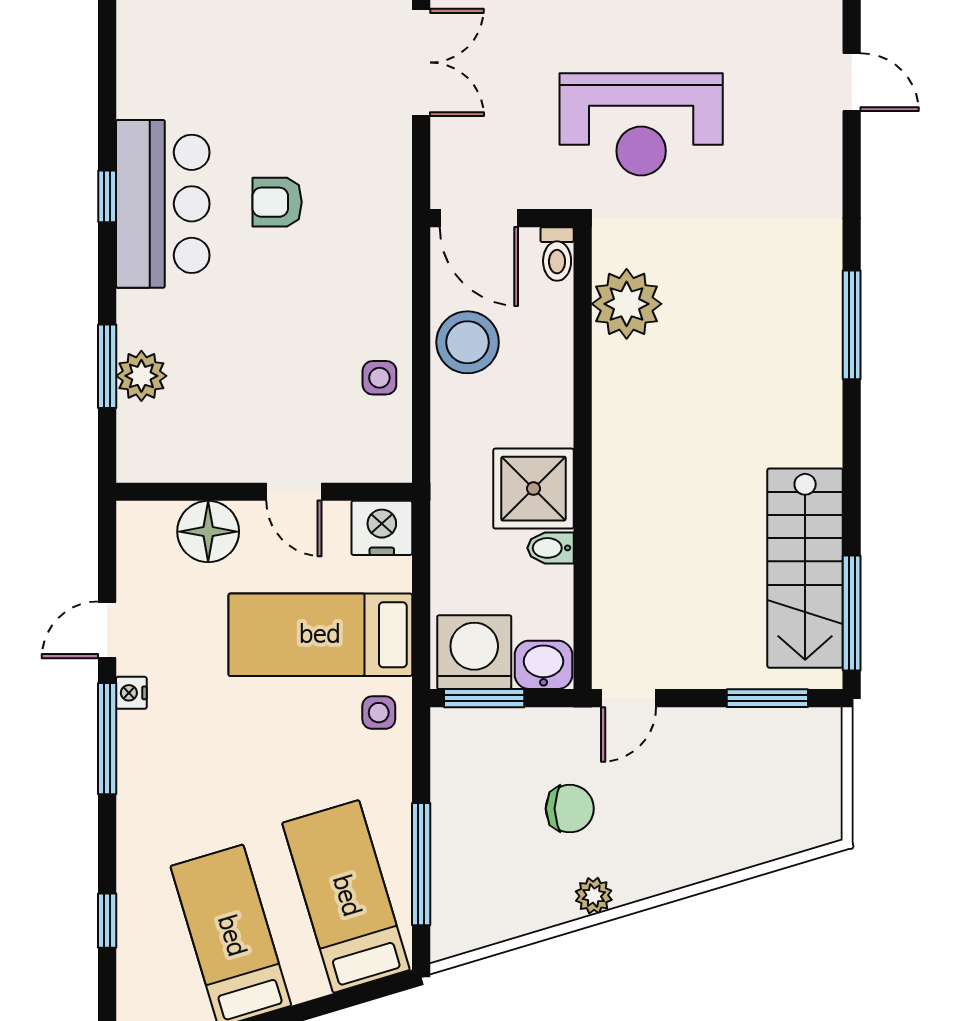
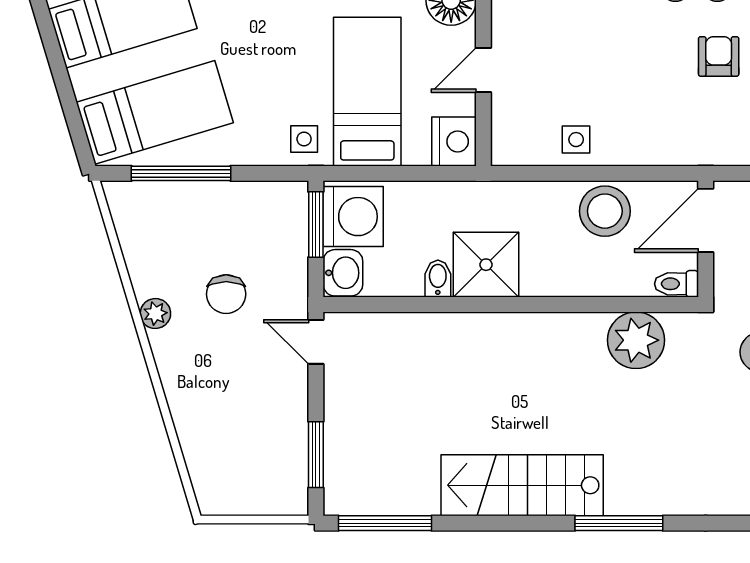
stairs: (805, 568) -> (522, 485), moved

